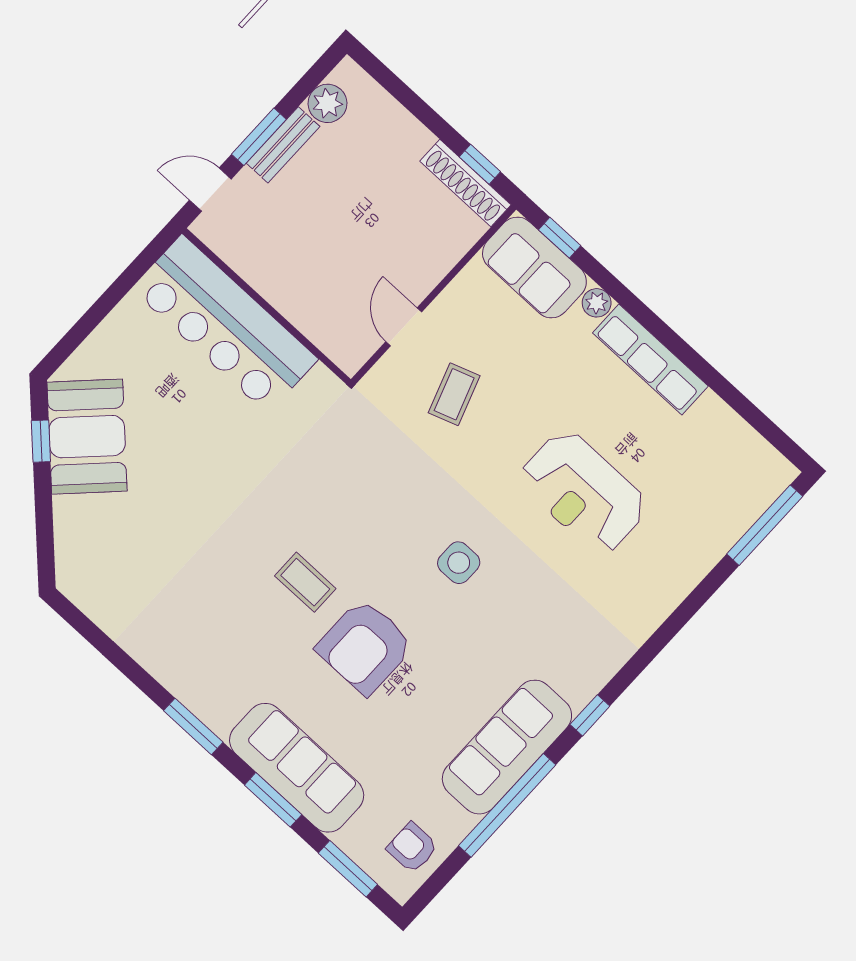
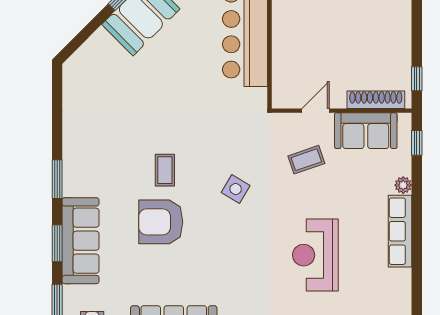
shoe rack: (465, 183) -> (376, 100), moved, turned 90
sofa: (534, 267) -> (366, 131), moved, turned -90
side table: (459, 563) -> (236, 189), moved, turned 31

